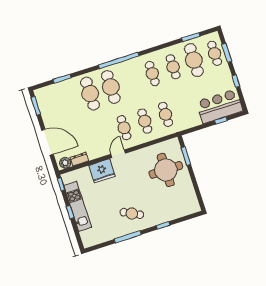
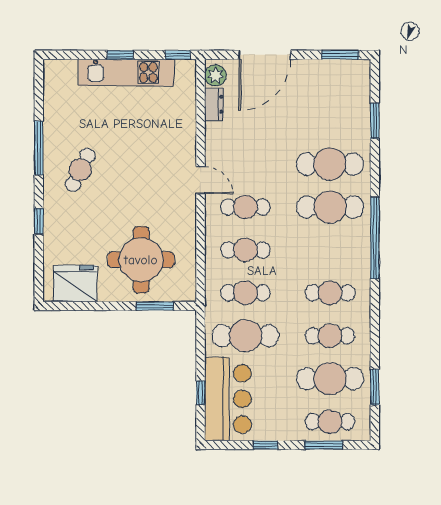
cafe table: (186, 108) -> (245, 336), added
fridge: (102, 171) -> (75, 283), moved, turned 90

